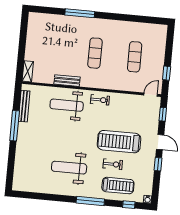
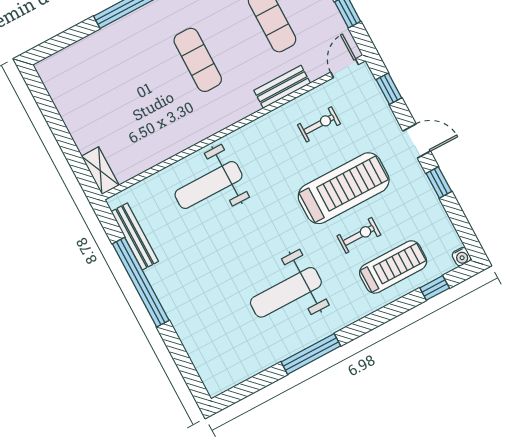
bench: (67, 81) -> (282, 87), moved
exercise bike: (100, 100) -> (319, 124), moved
window: (15, 126) -> (141, 282), width x1.46
treadmill: (119, 142) -> (344, 188), turned 180
window: (90, 201) -> (311, 354), moved

